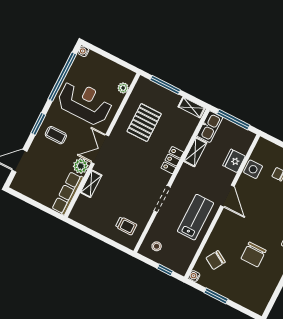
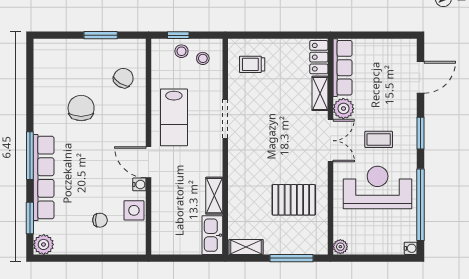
plant: (123, 88) -> (340, 247), moved
reception desk: (85, 103) -> (378, 187), turned 180
window: (233, 120) -> (188, 258), removed
pallet: (144, 123) -> (294, 200), turned 90
coffee table: (56, 135) -> (379, 139), moved
locker: (172, 160) -> (319, 57), moved, turned 180
fridge: (234, 161) -> (162, 209), removed
stool: (168, 258) -> (181, 51), added
water cooler: (194, 276) -> (139, 184), moved

